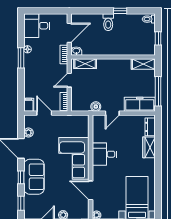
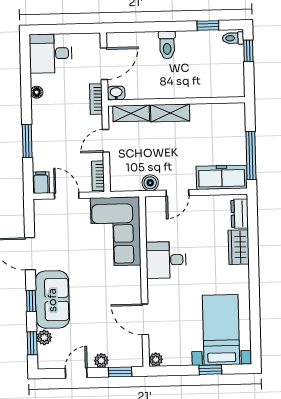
window: (120, 11) -> (208, 25), moved
window: (158, 38) -> (248, 51), moved
window: (21, 58) -> (27, 141), moved
shelving: (143, 64) -> (170, 113), moved
plant: (28, 133) -> (44, 338), moved
corner sofa: (74, 158) -> (116, 231), moved

